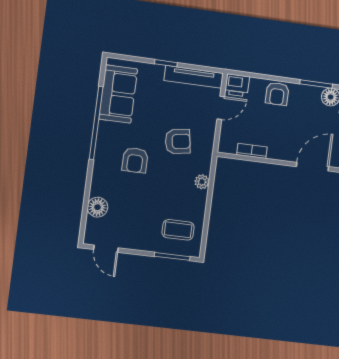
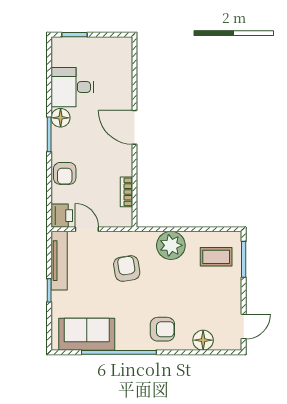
armchair: (277, 94) -> (65, 173), turned 90
armchair: (135, 160) -> (162, 329), moved
plant: (202, 182) -> (171, 245), width x1.87, depth x1.87
coffee table: (178, 230) -> (216, 257), turned 90

